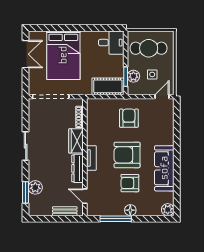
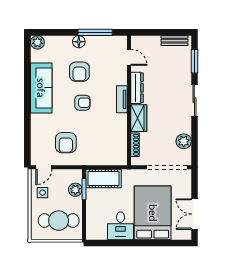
desk: (111, 43) -> (120, 226), moved, turned -90
side table: (152, 74) -> (43, 193), moved
armchair: (129, 118) -> (66, 143), moved
sliding door: (26, 146) -> (194, 100), moved
armchair: (127, 155) -> (82, 103), width x0.53, depth x0.53
armchair: (130, 183) -> (79, 72), turned 90
plant: (35, 187) -> (184, 141), moved
bench: (65, 211) -> (175, 41), moved

